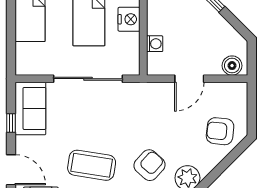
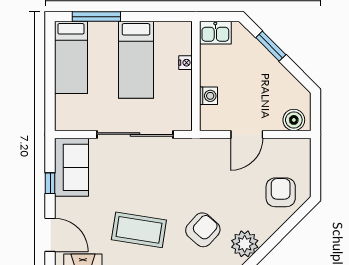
nightstand: (129, 19) -> (185, 63), width x0.53, depth x0.56
armchair: (220, 131) -> (281, 192), turned 84

